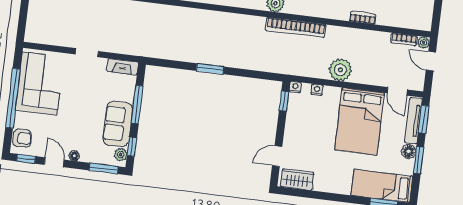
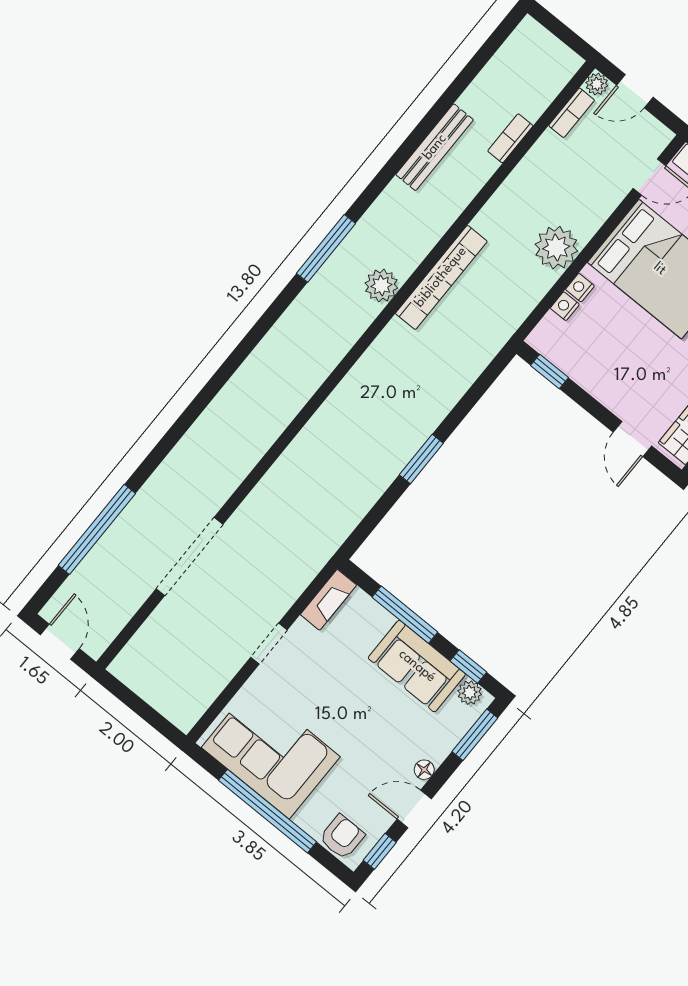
bookcase: (363, 18) -> (510, 138), moved
nightstand: (295, 87) -> (580, 288), moved

